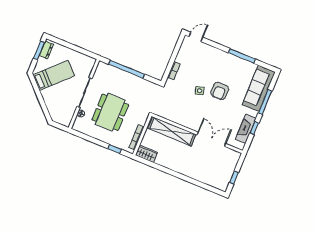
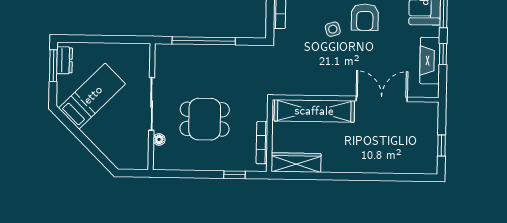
dining table: (110, 112) -> (205, 119), width x0.73
wardrobe: (146, 154) -> (296, 163), width x1.50

